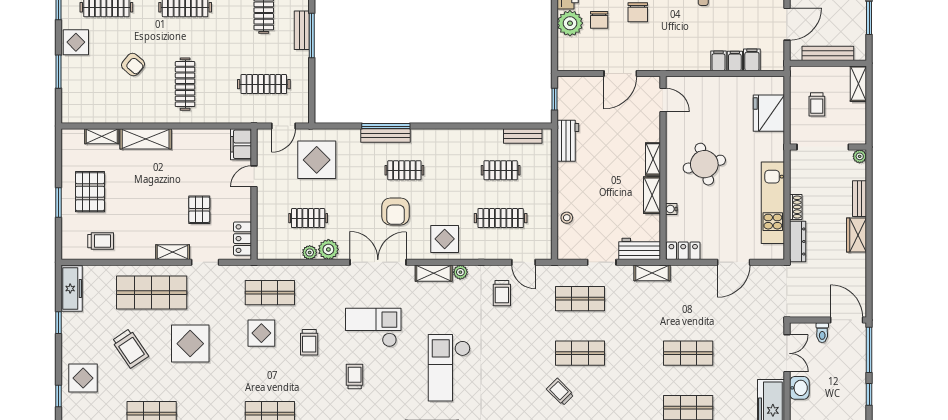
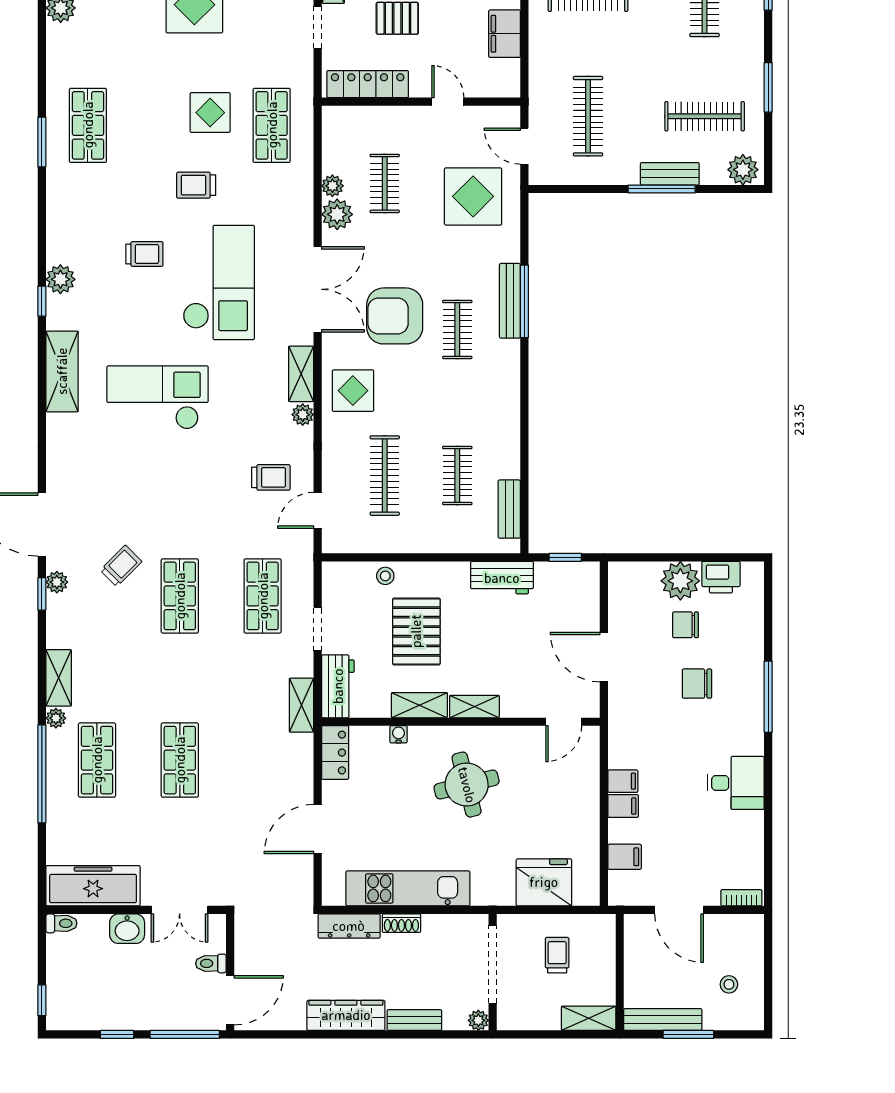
bench: (828, 53) -> (663, 1020), moved, turned 90
filing cabinet: (735, 61) -> (623, 781), moved
trolley: (817, 104) -> (557, 955), turned 90
filing cabinet: (241, 144) -> (505, 34), moved, turned -90
pallet: (603, 197) -> (416, 631), added
armchair: (395, 211) -> (395, 316), width x1.36, depth x1.36
wardrobe: (856, 235) -> (346, 1015), width x1.50
locker: (243, 239) -> (368, 84), width x1.53
door: (734, 262) -> (318, 829), hinge flipped
trolley: (502, 293) -> (271, 477), turned 180
checkout: (373, 327) -> (219, 282), width x1.36, depth x1.21

